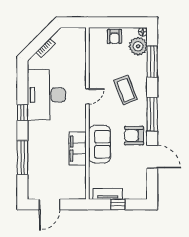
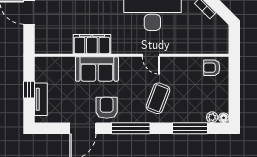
armchair: (114, 36) -> (212, 68), moved
plant: (138, 46) -> (212, 117), width x0.53, depth x0.53
coffee table: (126, 90) -> (158, 98), turned -48
tv unit: (108, 194) -> (41, 99), moved

